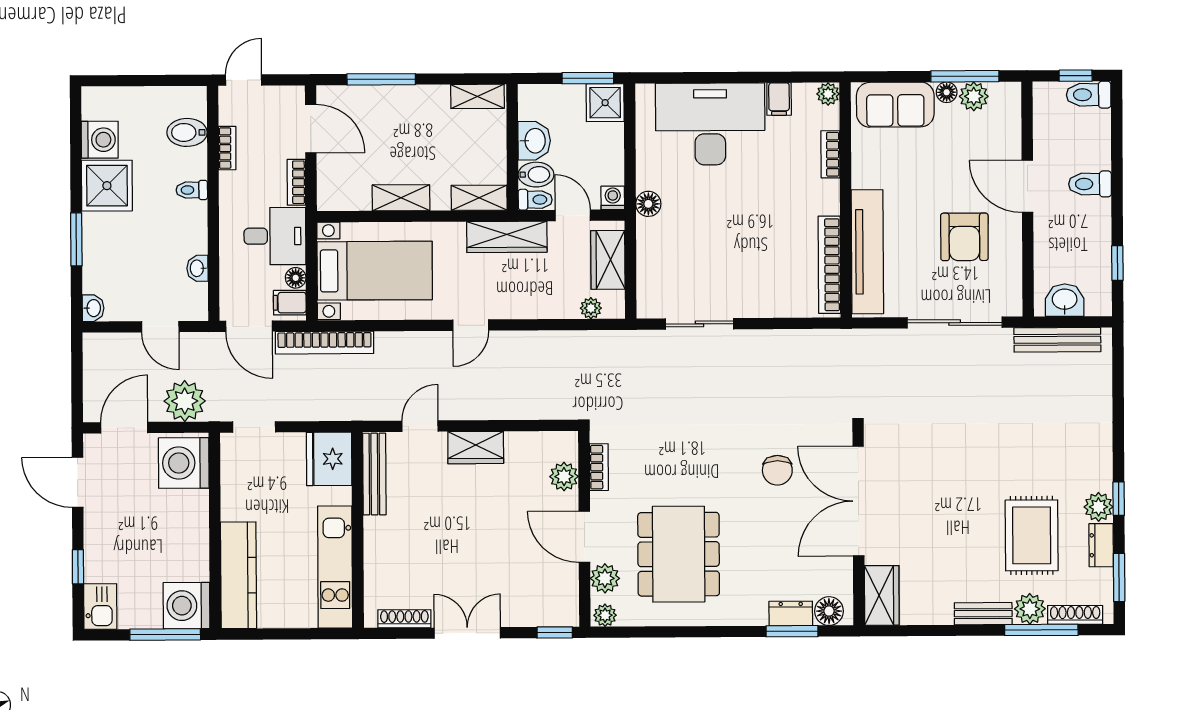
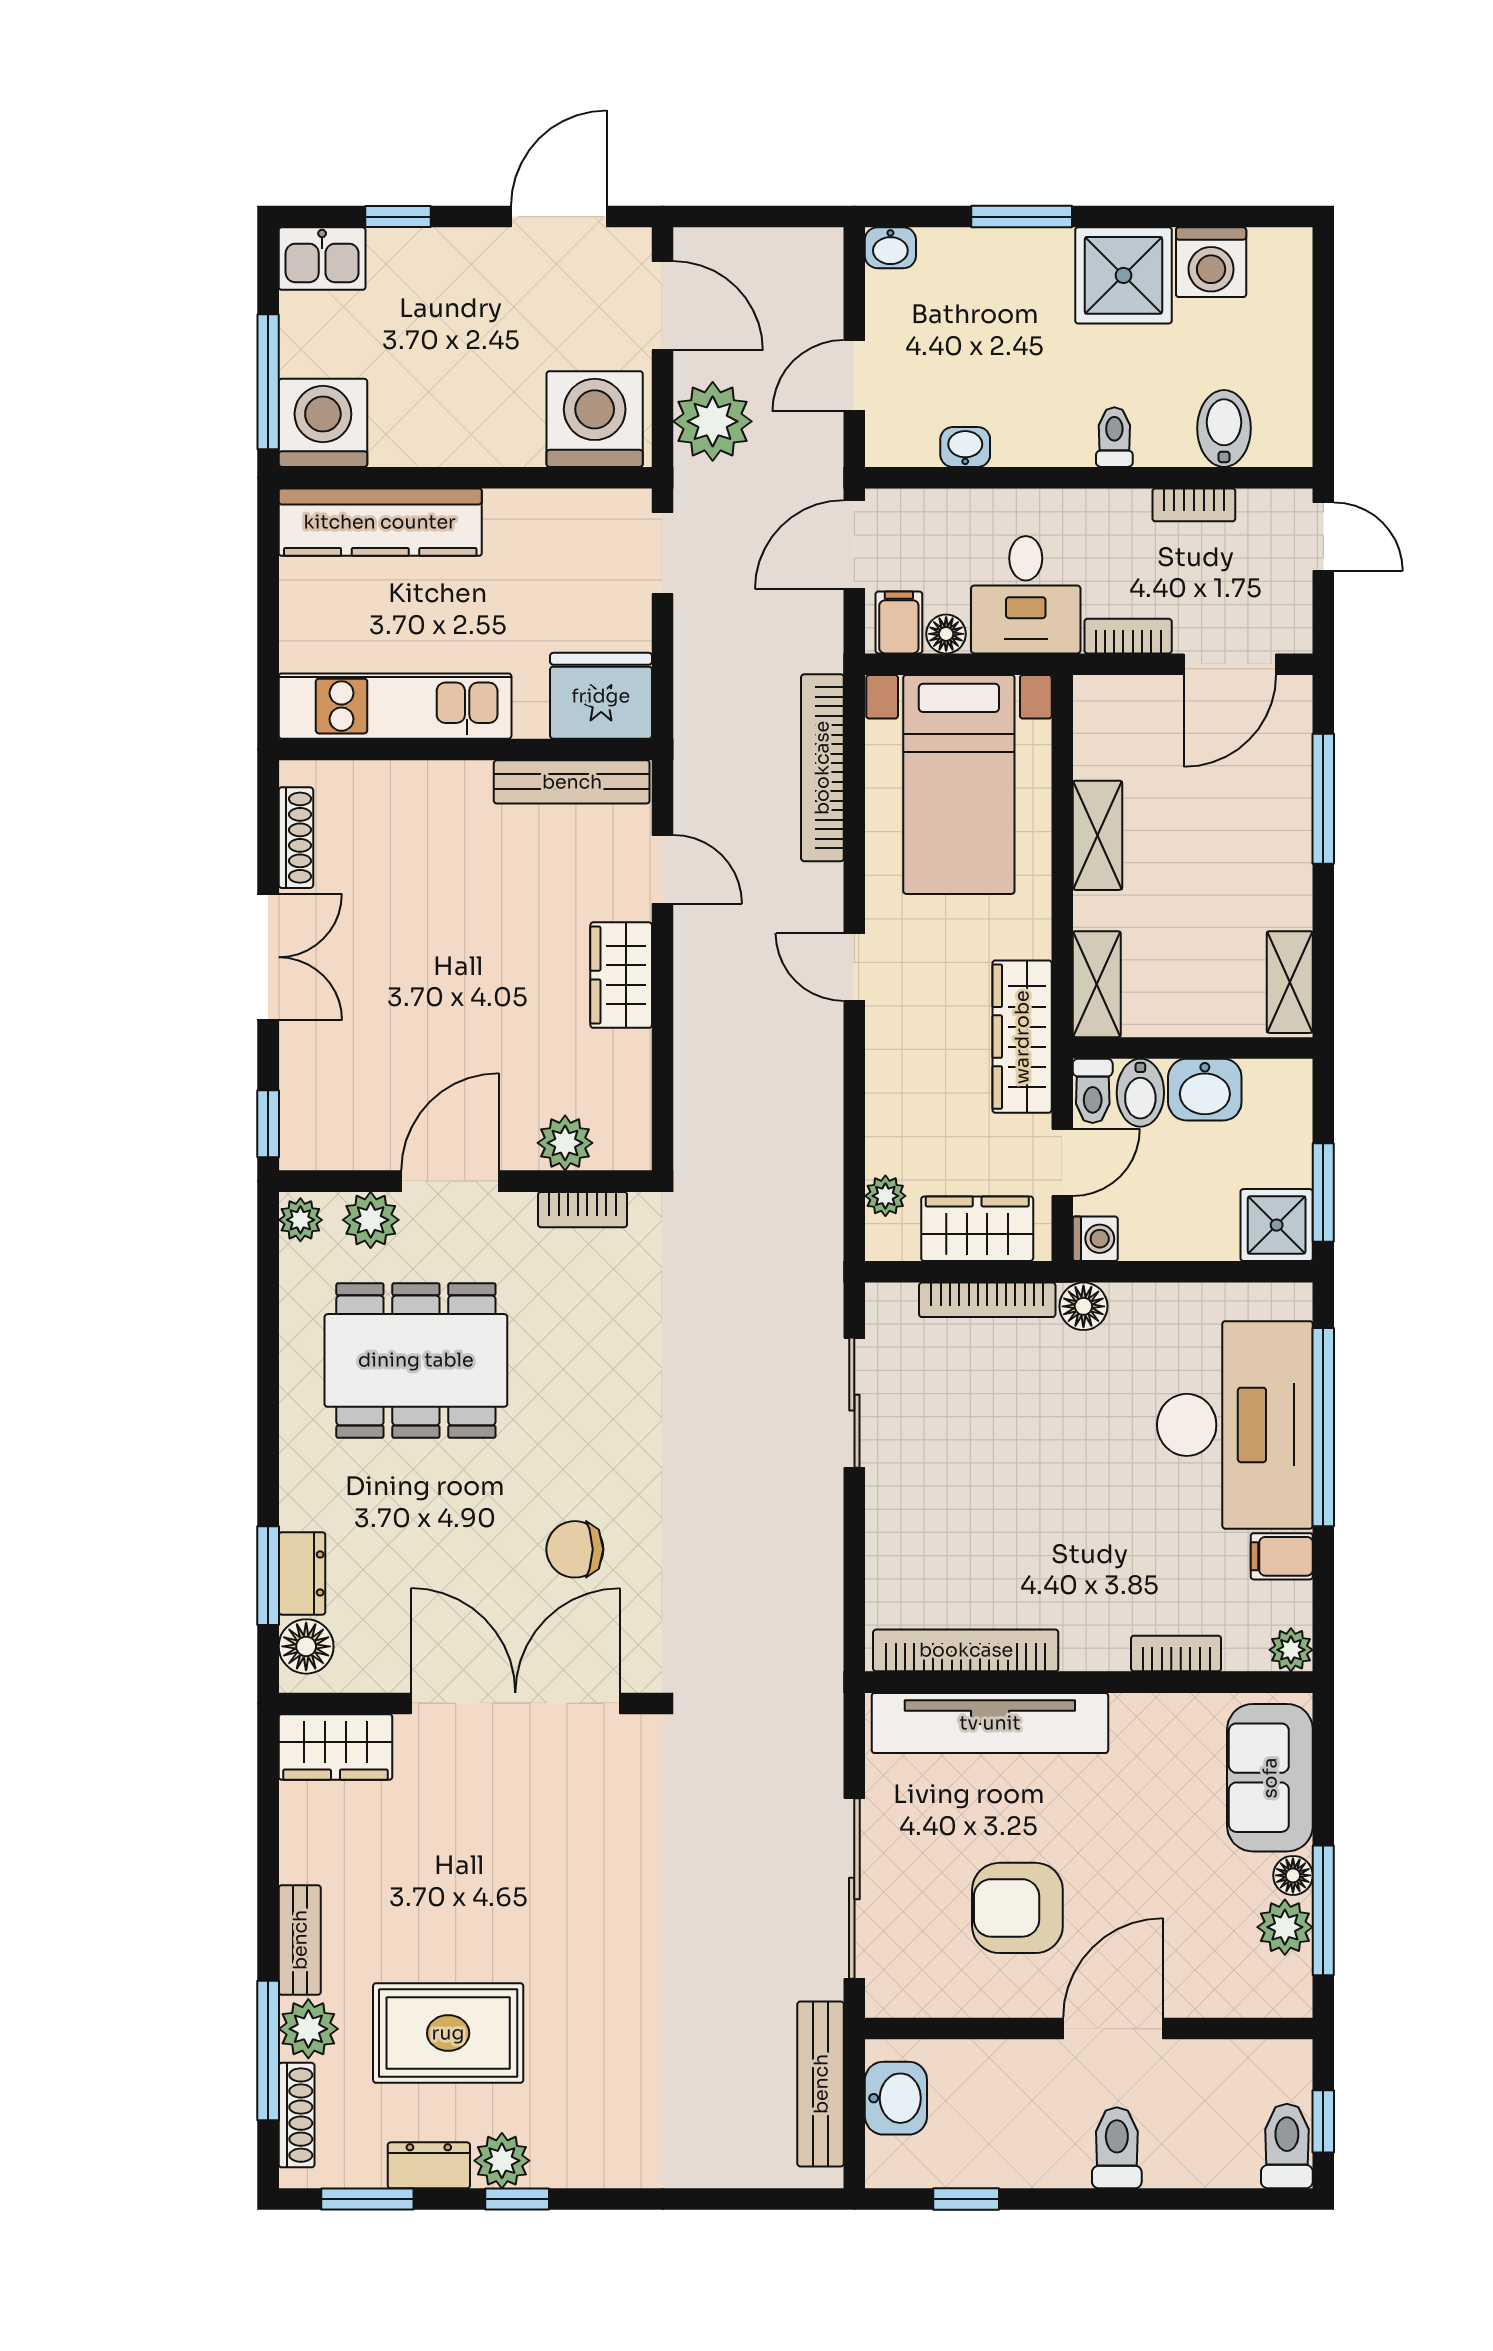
window: (711, 78) -> (1323, 1427), added
bookcase: (645, 254) -> (987, 1300), added
bookcase: (324, 343) -> (822, 768), moved

